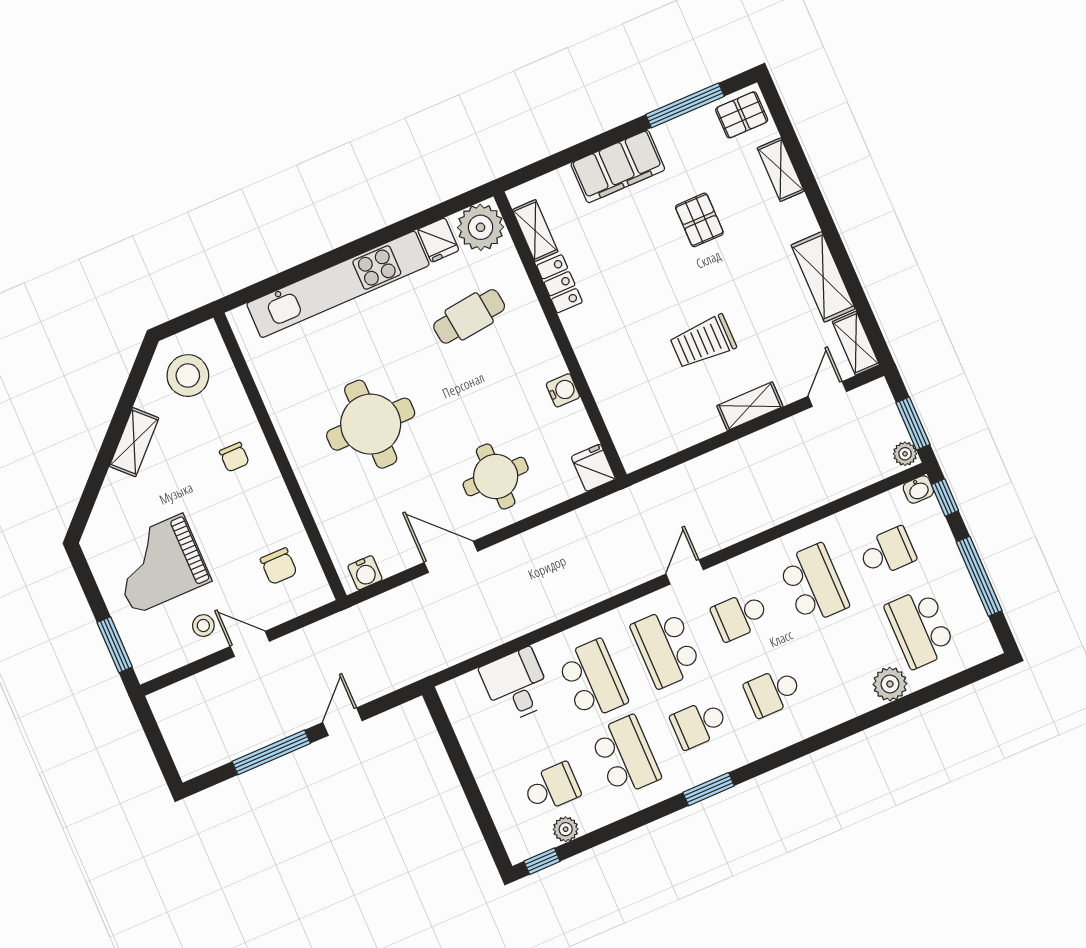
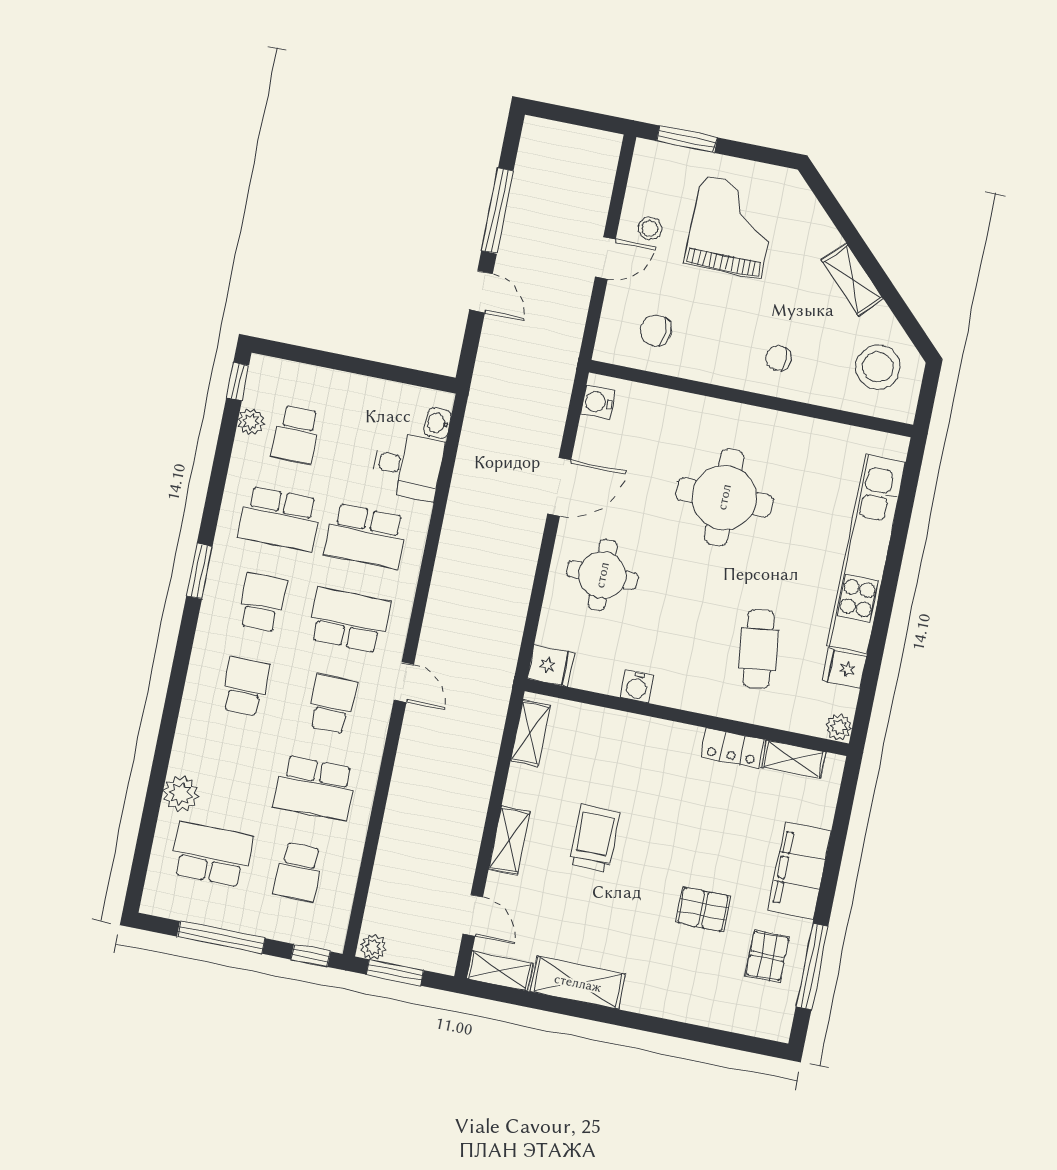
pallet: (742, 115) -> (767, 956), moved
shelving: (781, 170) -> (530, 733), moved, turned 90
plant: (481, 227) -> (839, 727), width x0.53, depth x0.53
washbasin: (918, 489) -> (438, 423), moved

